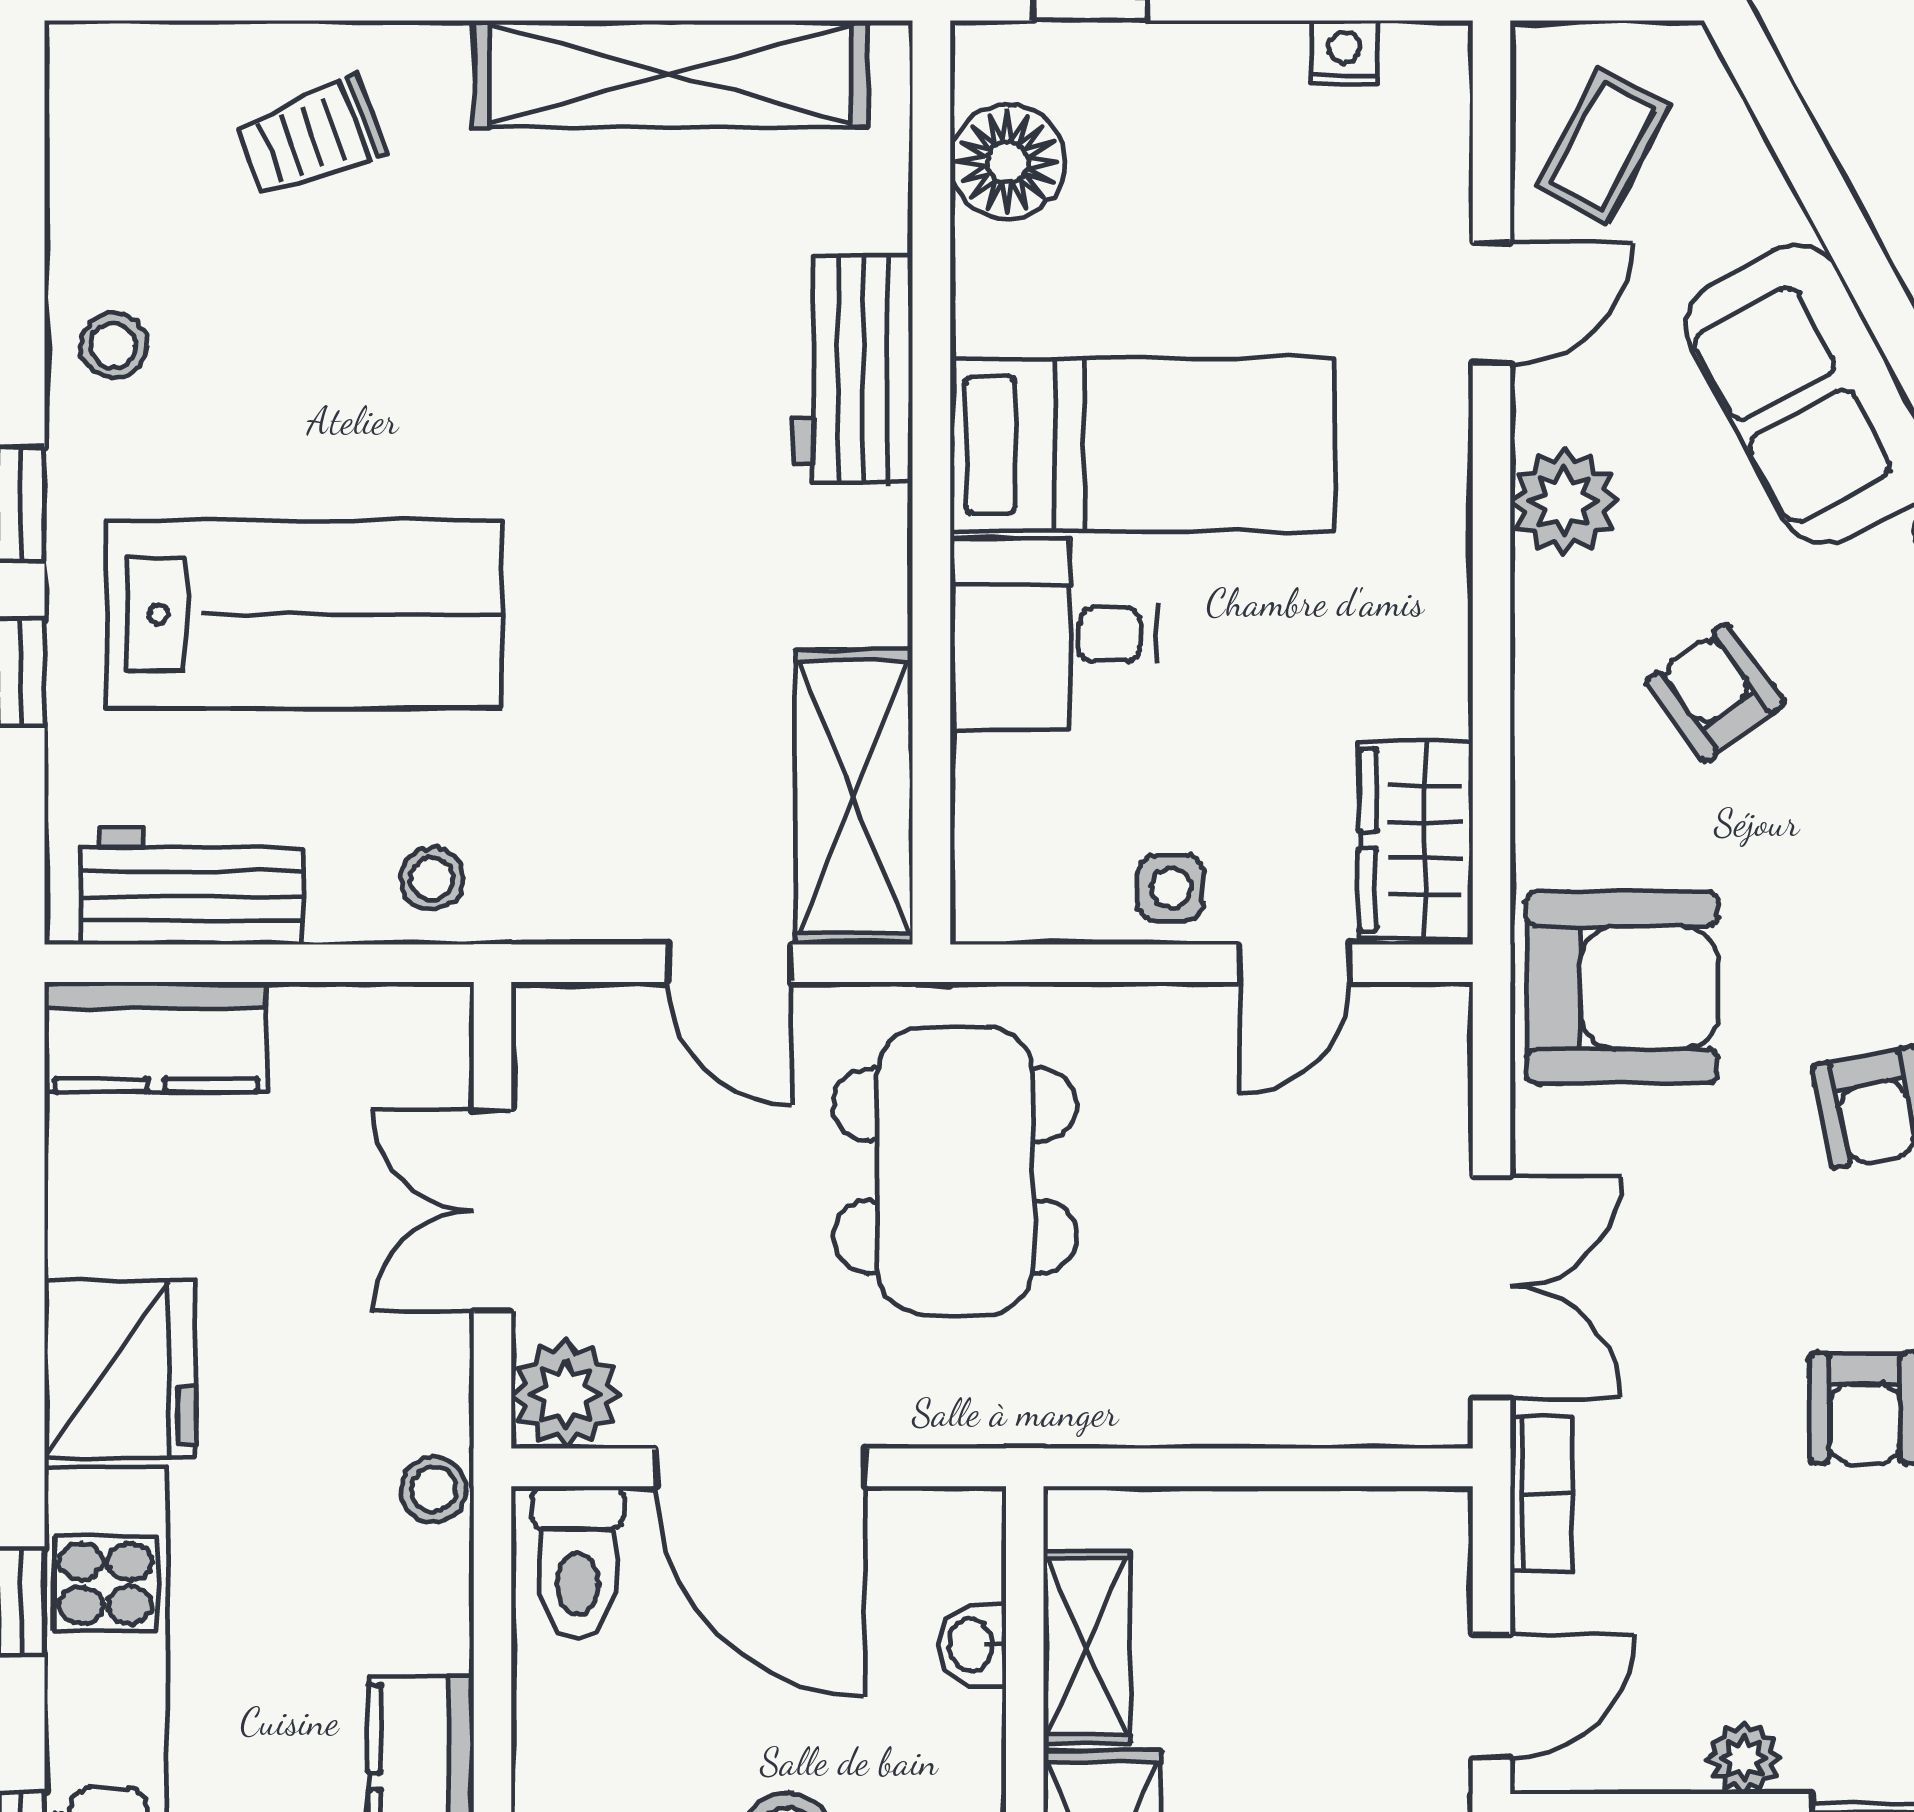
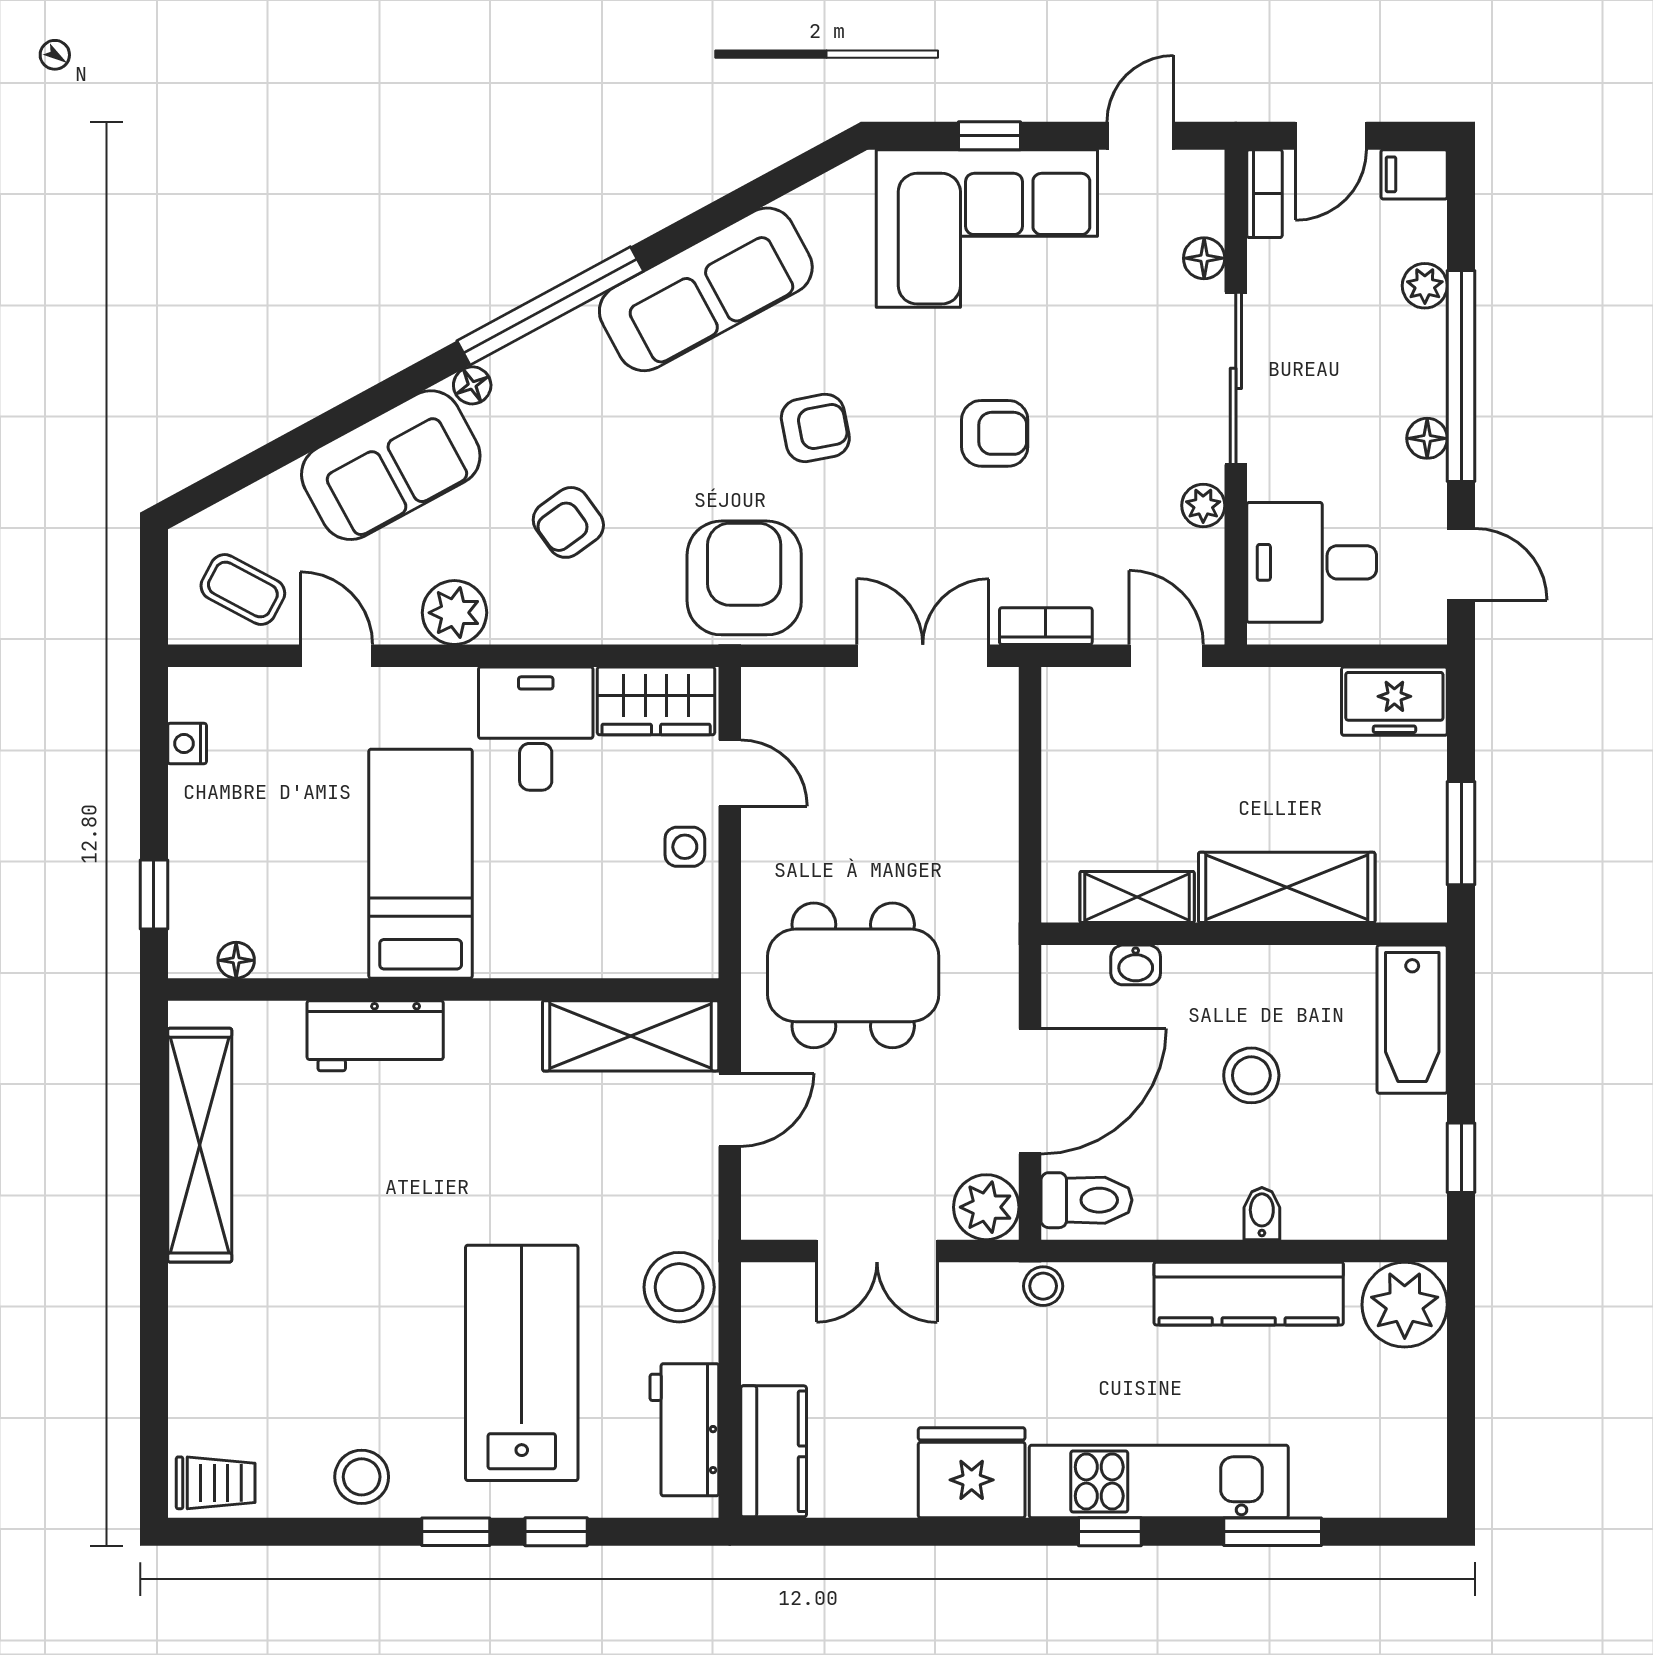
trolley: (311, 137) -> (216, 1483), moved, turned -69
floor lamp: (1007, 162) -> (236, 960), width x0.53, depth x0.53
stool: (113, 346) -> (362, 1477), width x1.37, depth x1.37
desk: (1054, 635) -> (536, 729), moved, turned 180
stool: (432, 878) -> (679, 1287), width x1.89, depth x1.89

